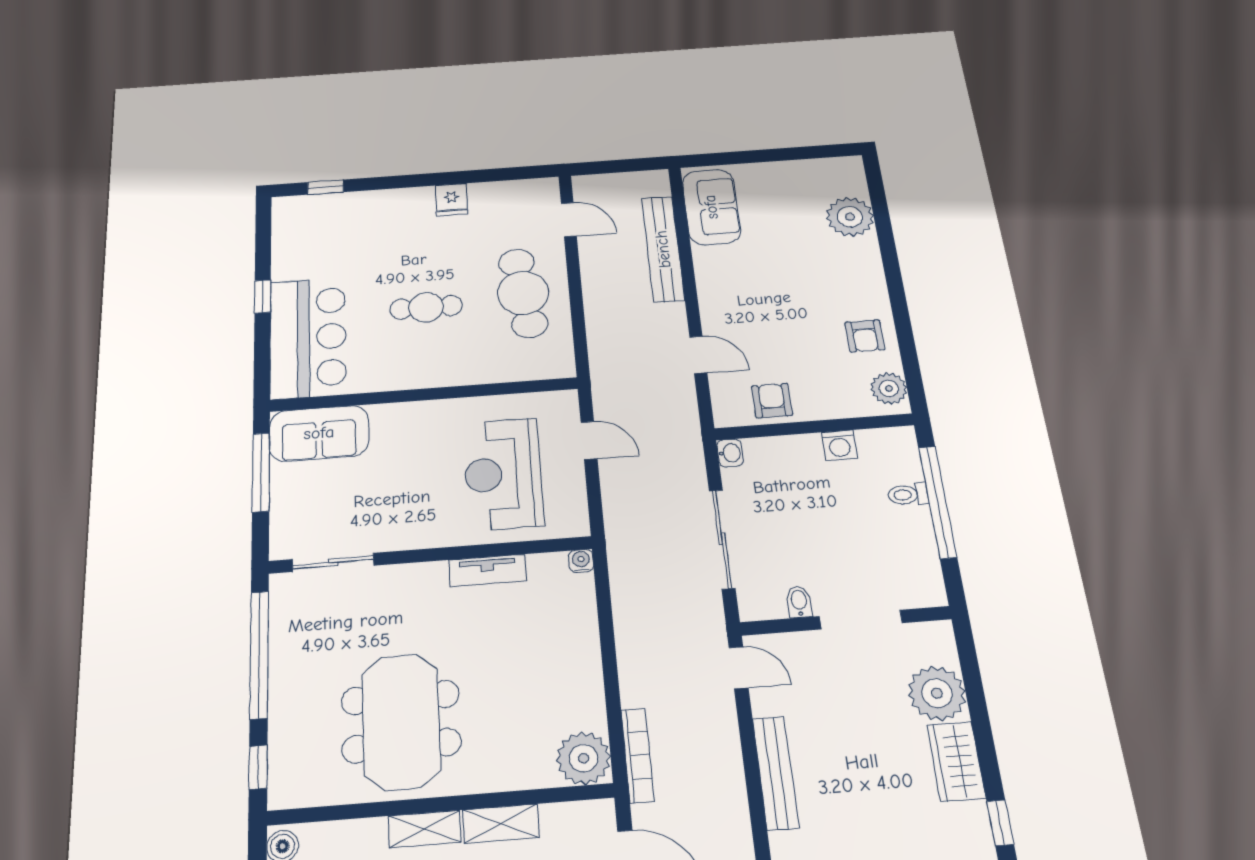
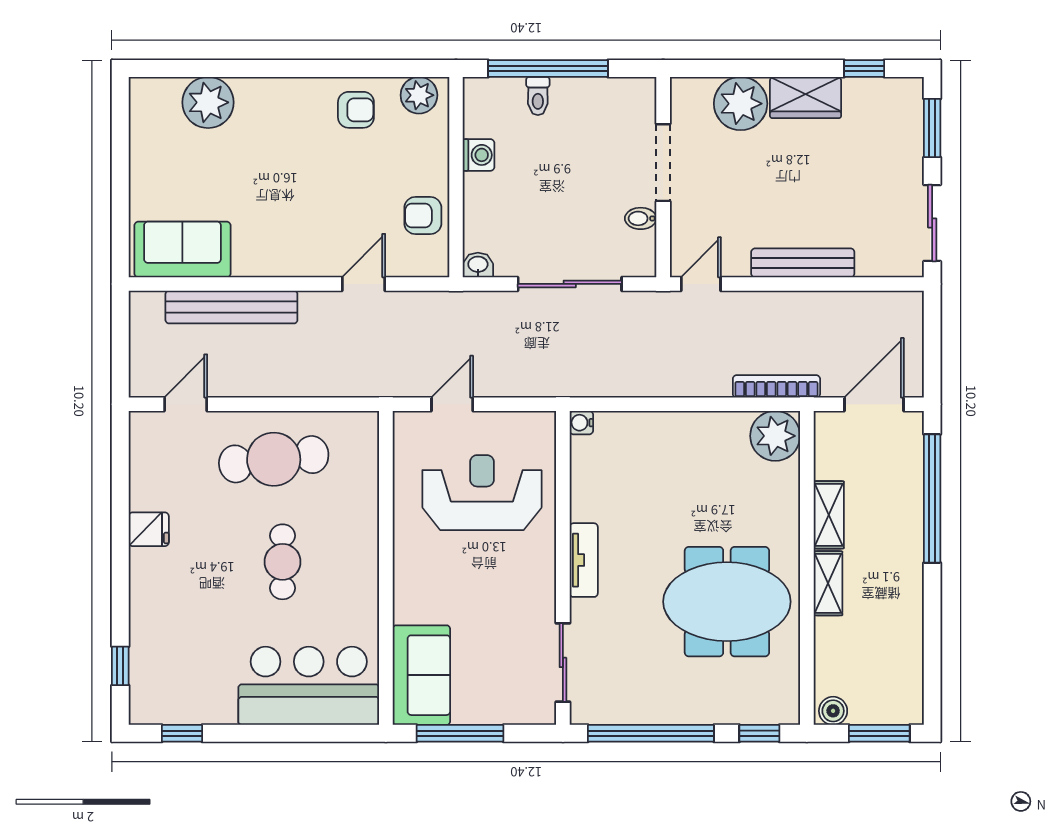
window: (263, 296) -> (182, 733), moved
reception desk: (503, 474) -> (482, 493), turned 180
tv unit: (488, 570) -> (584, 560), moved

